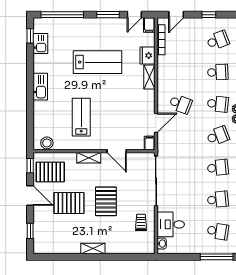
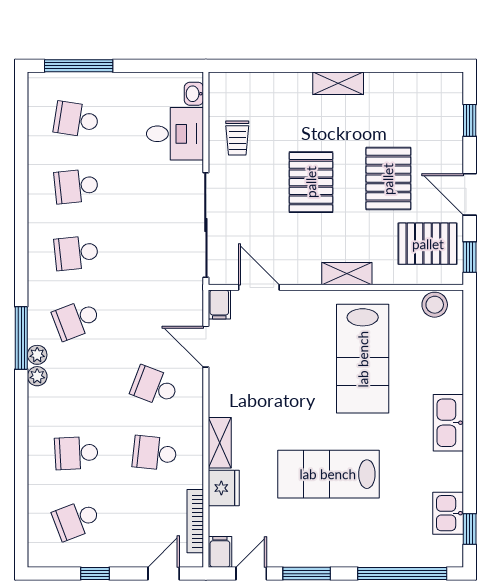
school desk: (218, 104) -> (155, 453), moved
lab bench: (81, 117) -> (363, 359), width x1.36, depth x1.39
door: (156, 123) -> (206, 347), hinge flipped
door: (117, 151) -> (259, 287), moved
pallet: (69, 203) -> (388, 179), turned 90

